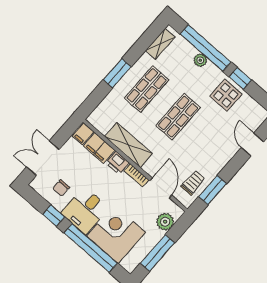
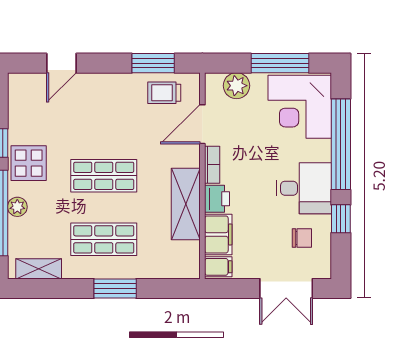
display table: (226, 95) -> (29, 163), moved
corner desk: (116, 234) -> (300, 107), moved

